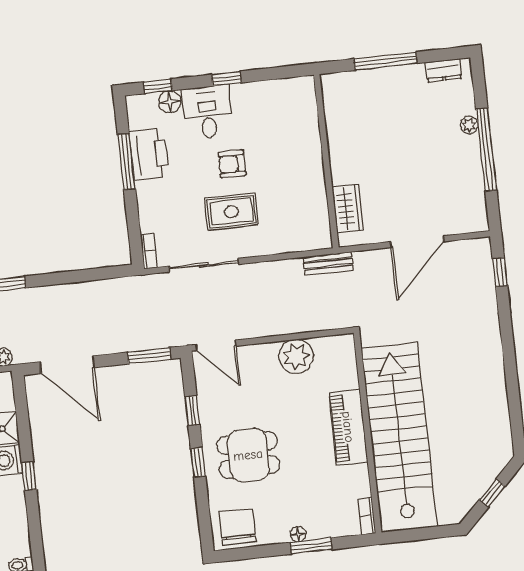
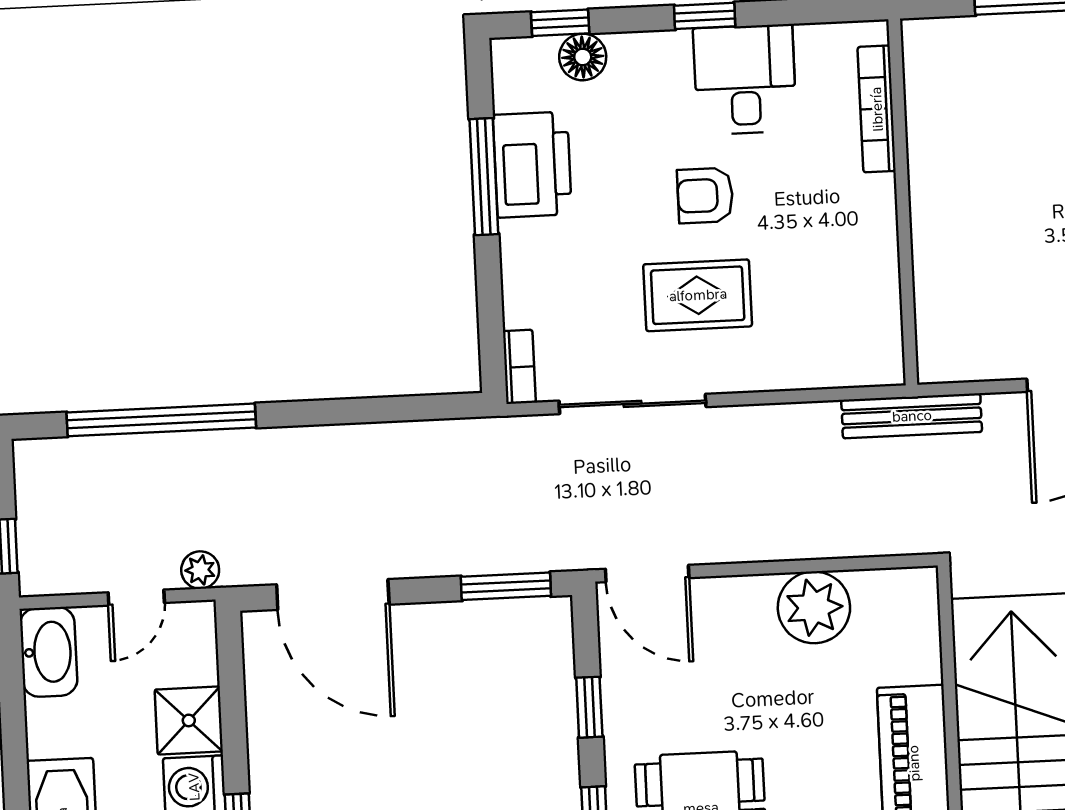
desk: (208, 112) -> (745, 79), moved
bookcase: (311, 118) -> (877, 109), added
wardrobe: (348, 209) -> (941, 304), removed
bench: (328, 264) -> (912, 416), width x1.36

